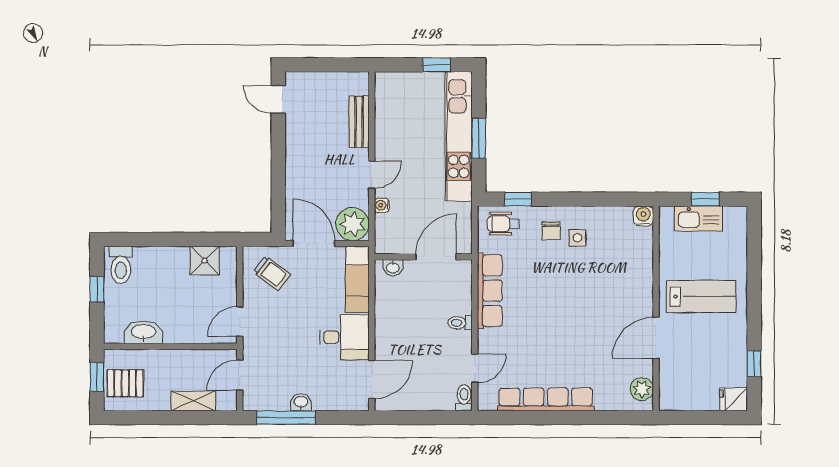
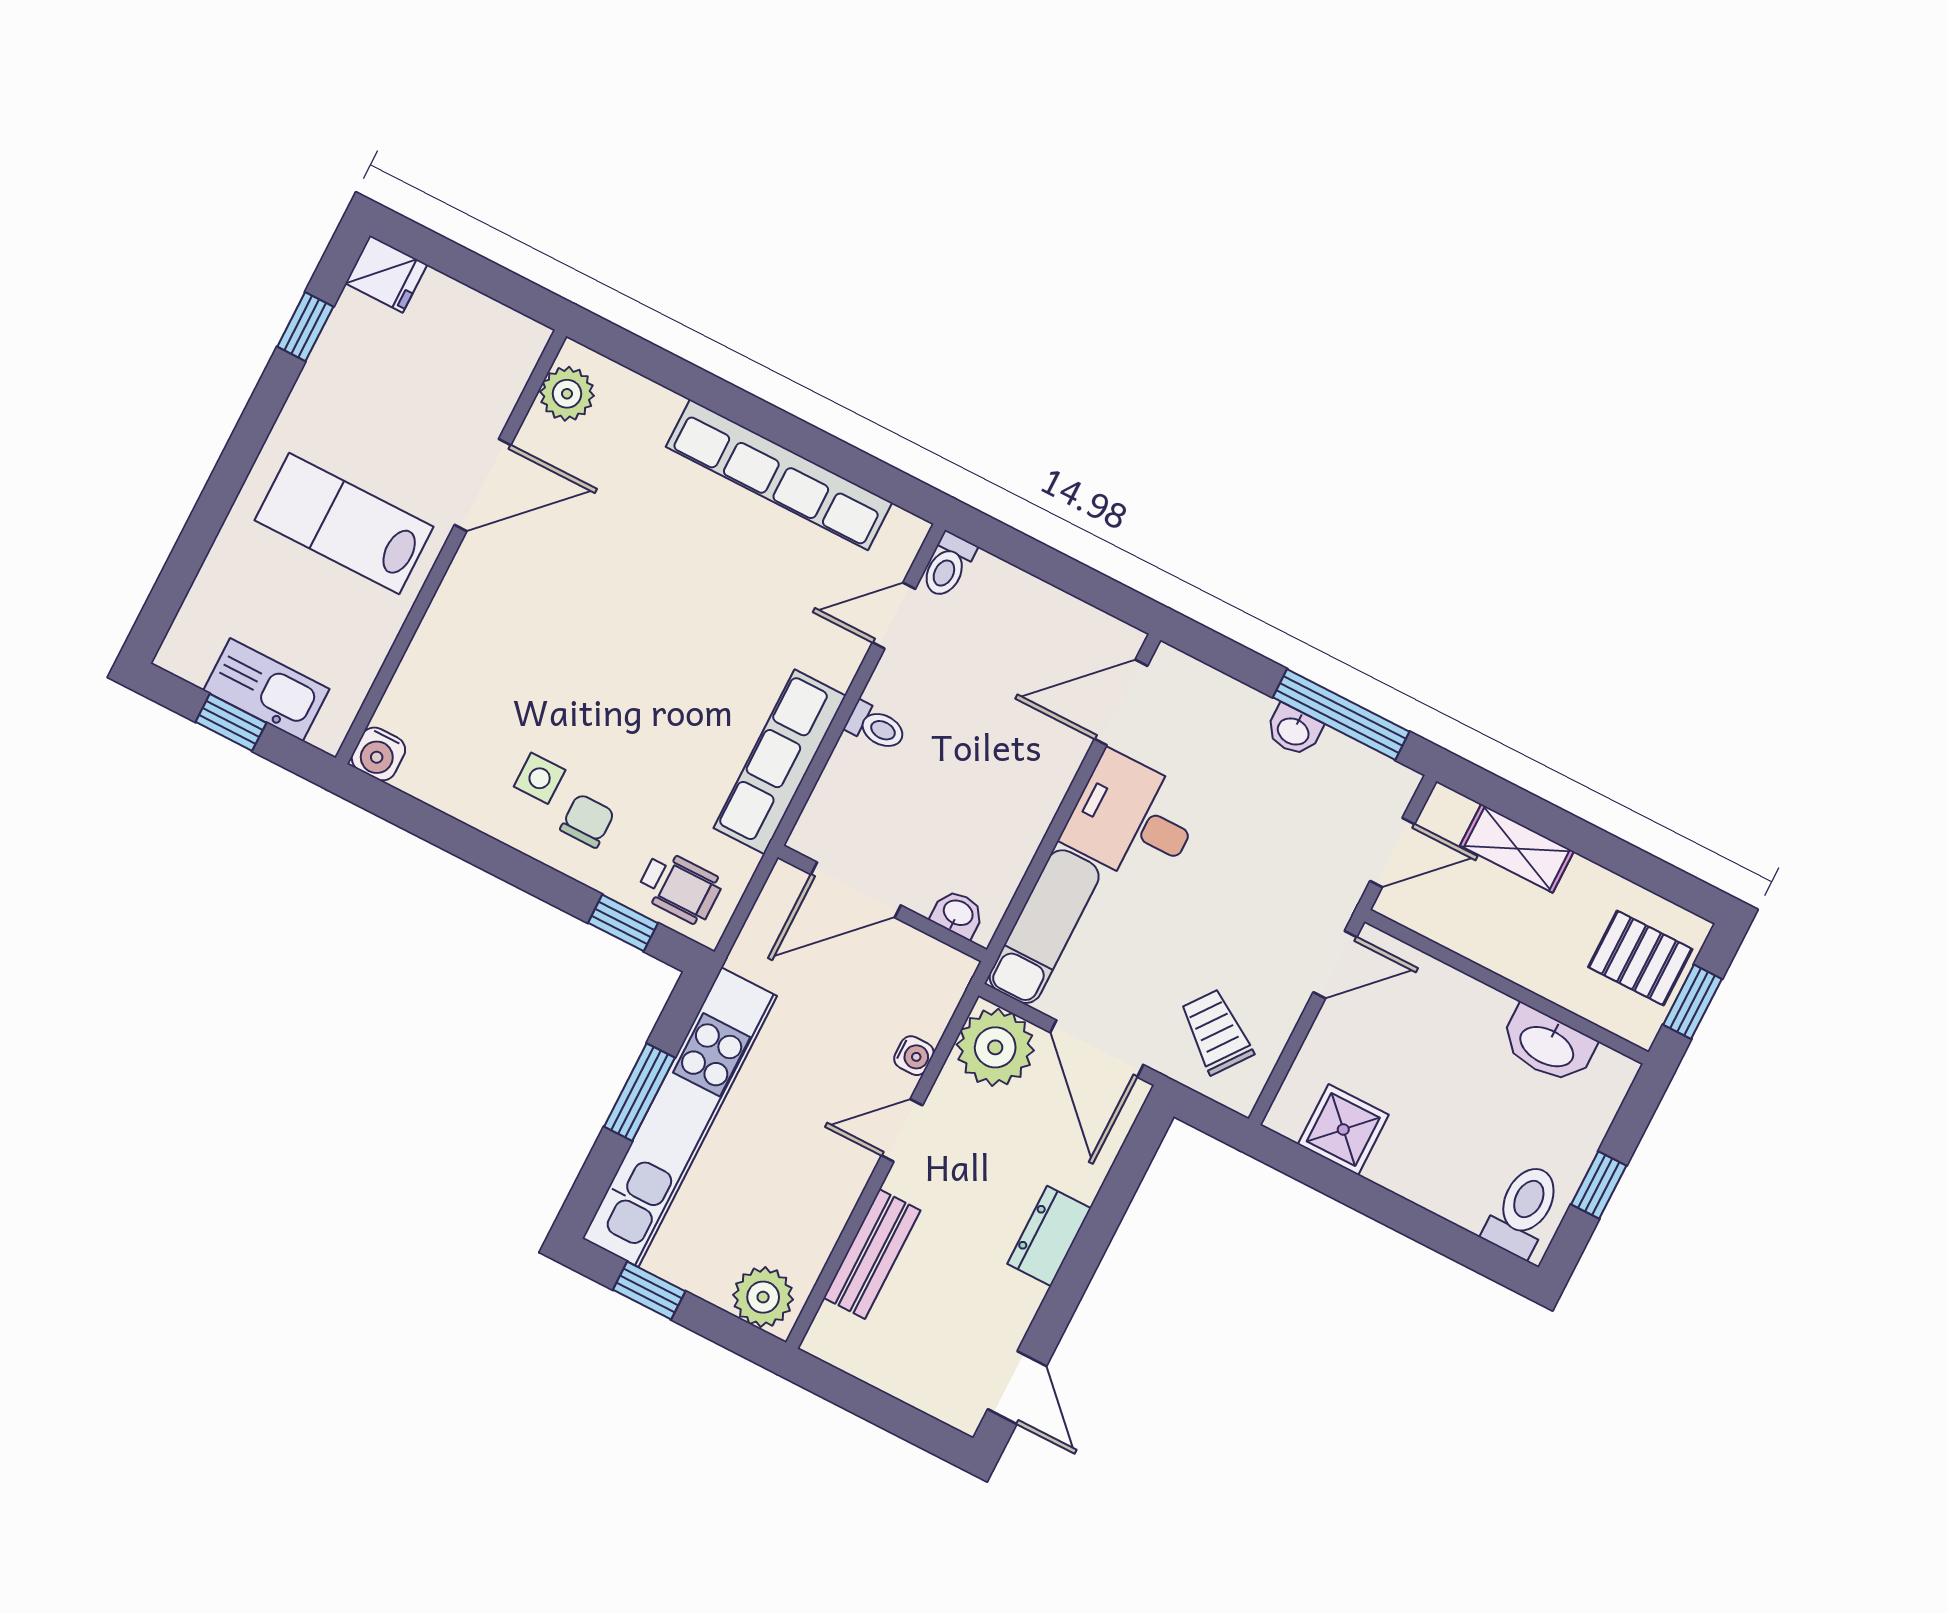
plant: (392, 84) -> (763, 1297), added
dresser: (295, 163) -> (1049, 1236), added

